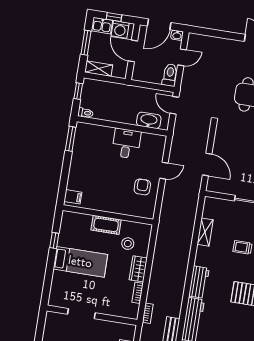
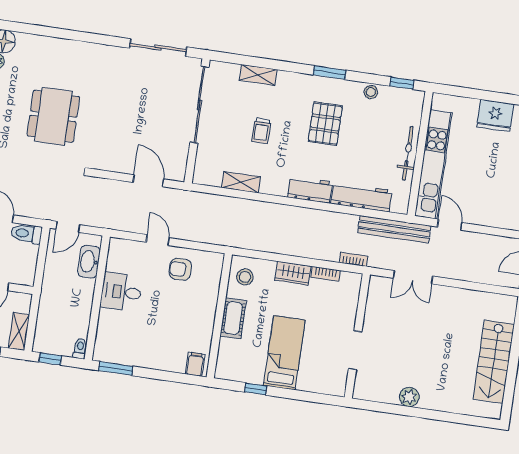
door: (207, 165) -> (148, 181), hinge flipped
stool: (128, 244) -> (245, 277), moved

